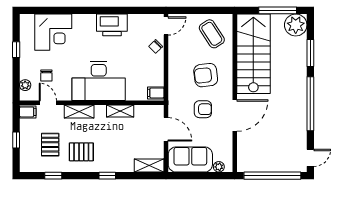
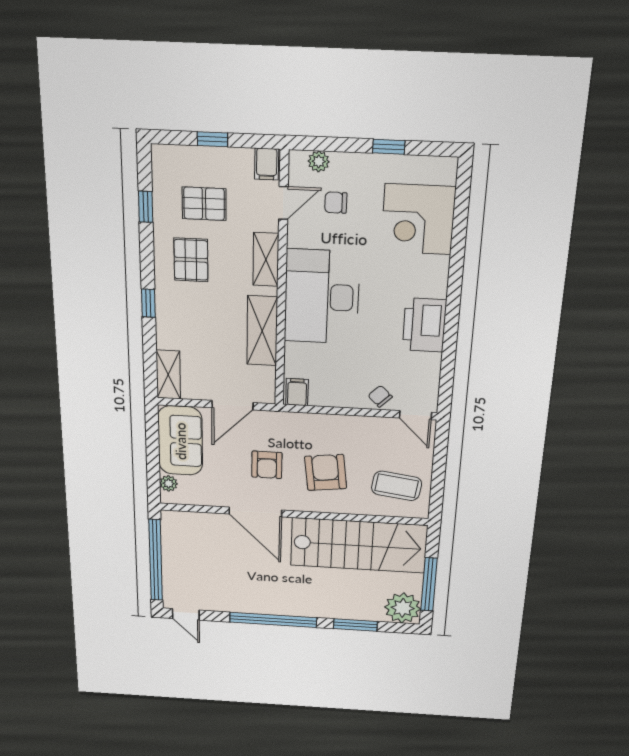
coffee table: (212, 34) -> (397, 486), turned 41
shelving: (120, 111) -> (262, 331), width x1.50, depth x1.33

